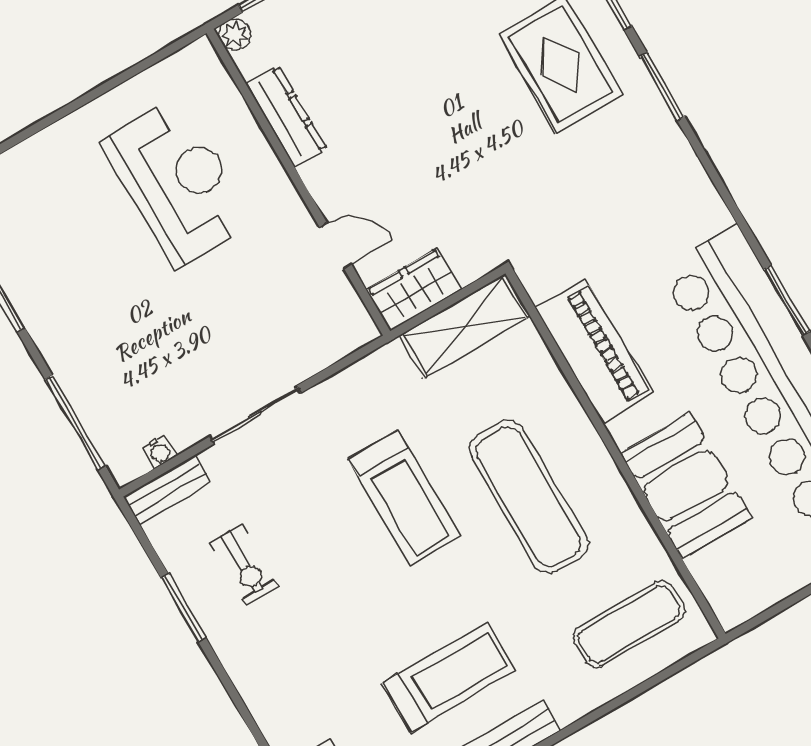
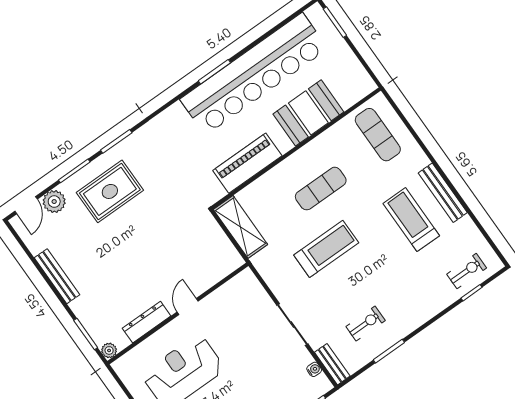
door: (335, 246) -> (188, 307), moved
wardrobe: (414, 290) -> (225, 253), removed
exercise mat: (529, 497) -> (321, 189), width x0.73, depth x0.69

